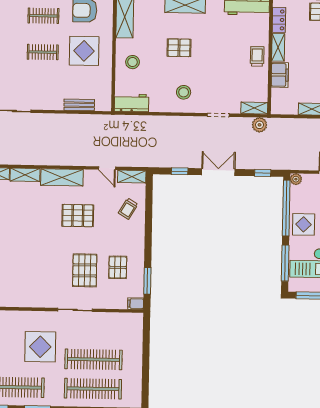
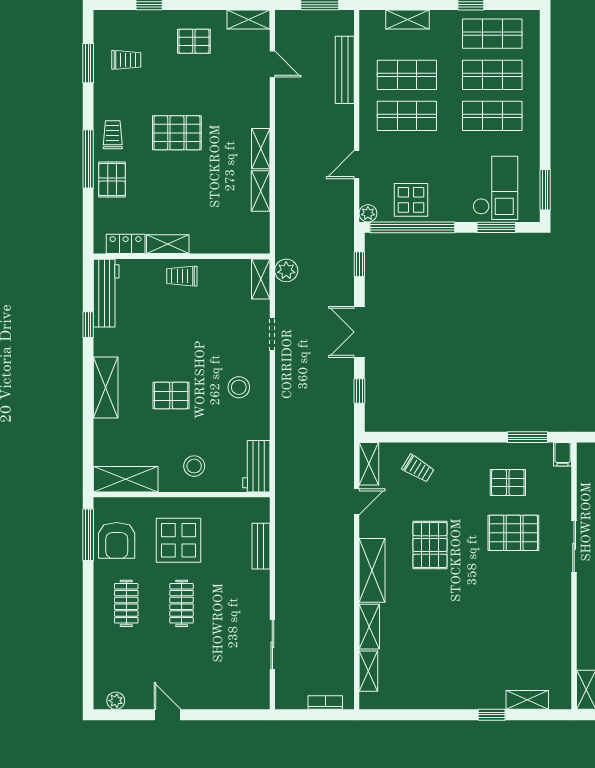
pallet: (179, 48) -> (171, 396), turned 90
filing cabinet: (280, 75) -> (209, 241), removed
display table: (304, 224) -> (411, 200), moved
window: (285, 263) -> (496, 227), width x0.69

